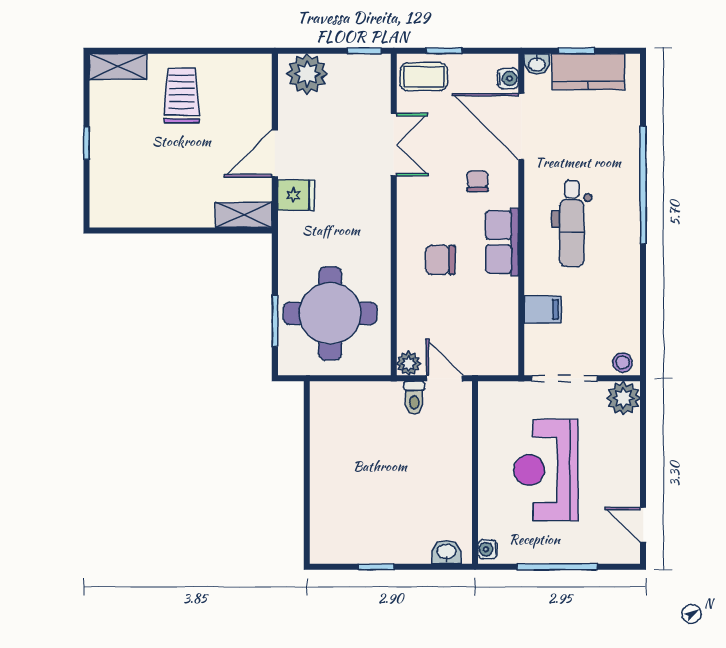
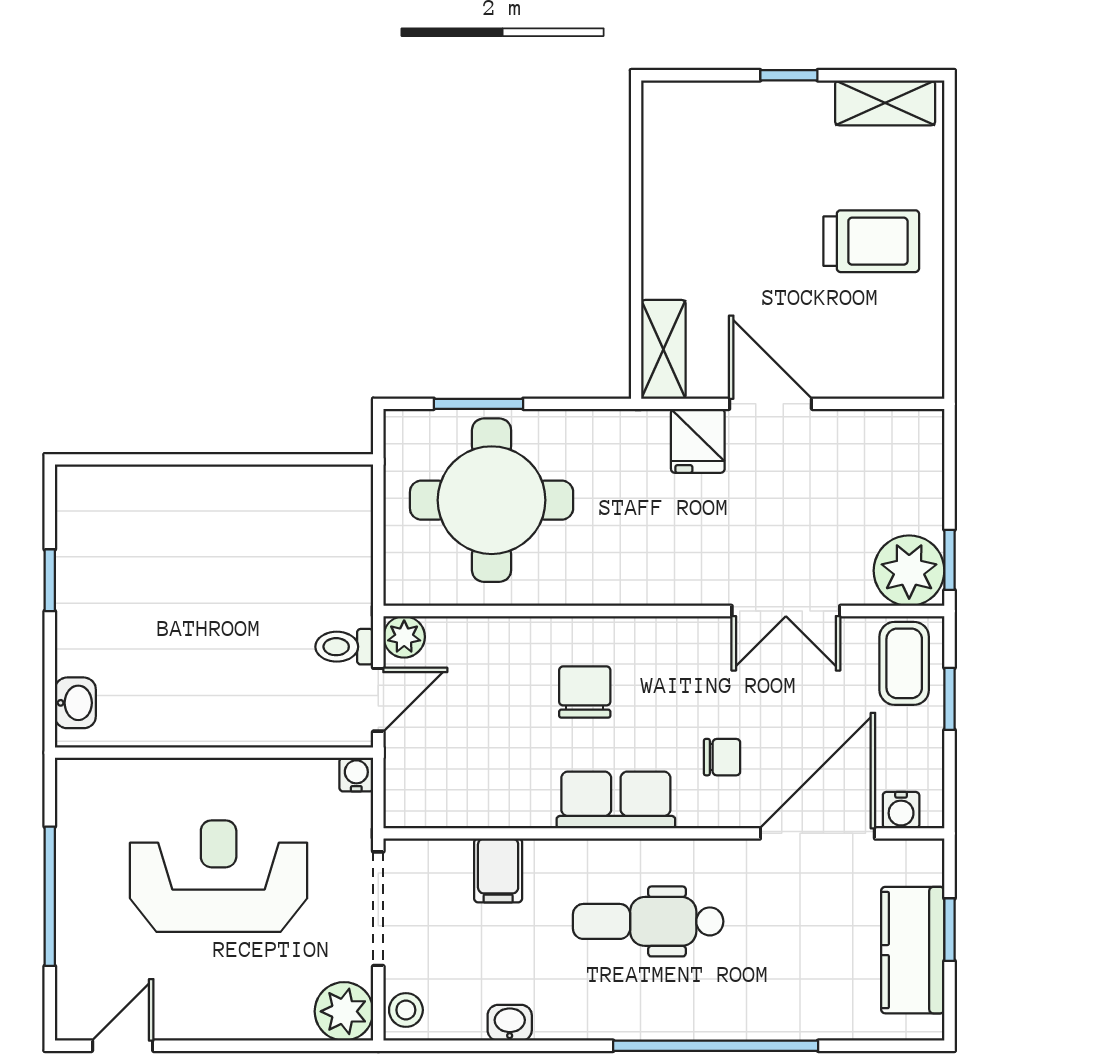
washbasin: (537, 64) -> (510, 1023), moved, turned 90
shelving: (118, 67) -> (885, 103), moved, turned 90
plant: (307, 74) -> (909, 571), moved
water cooler: (488, 549) -> (356, 775), moved

